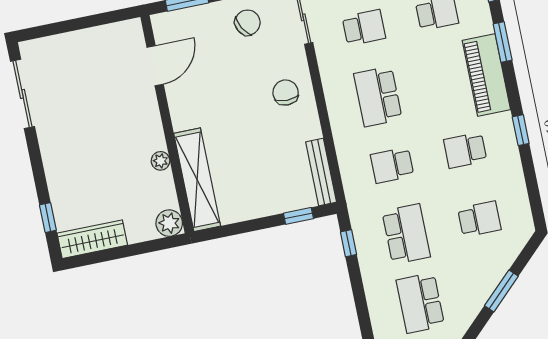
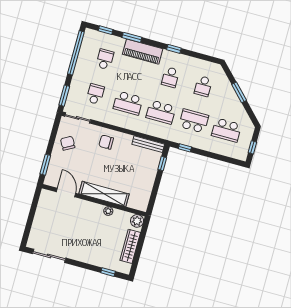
school desk: (392, 165) -> (161, 112), width x1.85
shelving: (197, 180) -> (104, 194), moved
school desk: (479, 219) -> (203, 86), turned 180
wardrobe: (92, 239) -> (130, 246), moved

